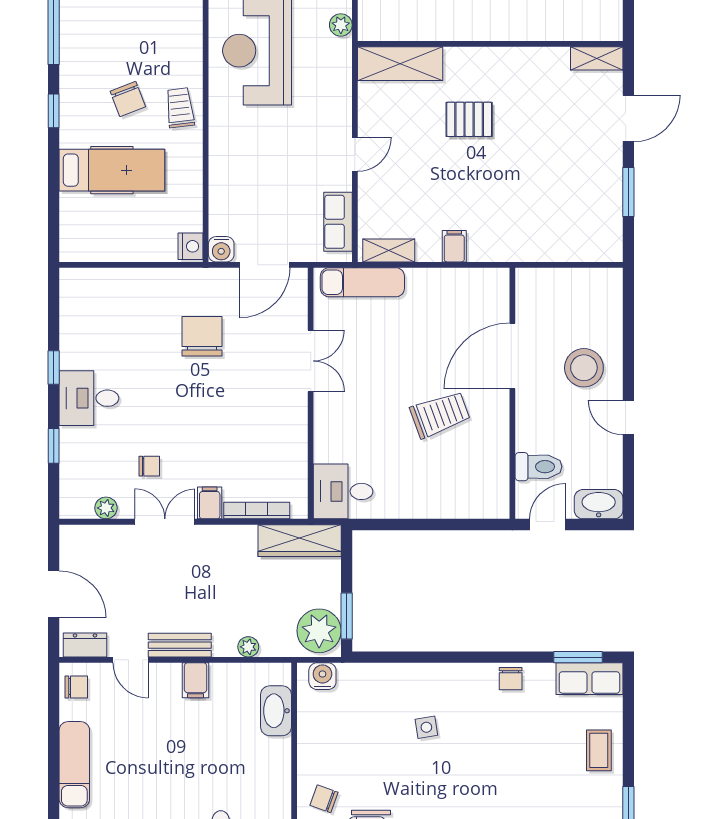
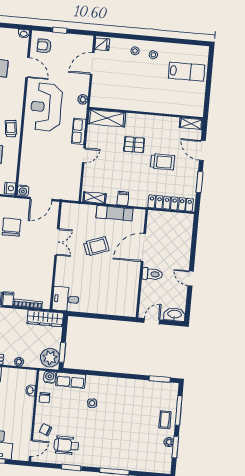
door: (628, 118) -> (202, 151), swing flipped
trolley: (539, 153) -> (163, 162), added
row of seats: (338, 222) -> (79, 131), moved
locker: (566, 247) -> (171, 203), added
exam couch: (362, 282) -> (115, 213), moved
stool: (584, 368) -> (174, 255), removed
trolley: (440, 414) -> (96, 246), moved
toilet: (538, 467) -> (152, 274), moved
chair: (511, 679) -> (45, 398), moved
row of seats: (589, 679) -> (71, 380), moved
washbasin: (276, 711) -> (30, 390), width x0.52, depth x0.69
window: (628, 726) -> (179, 411), added
plant: (612, 801) -> (169, 442), added

